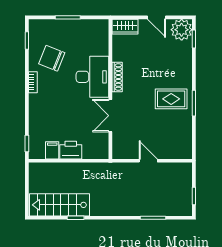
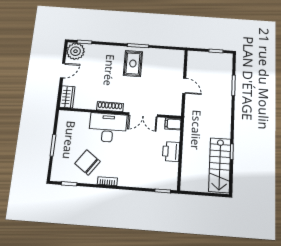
chair: (52, 58) -> (88, 162), turned 104
filing cabinet: (52, 150) -> (173, 124), moved
door: (148, 161) -> (184, 86), swing flipped

